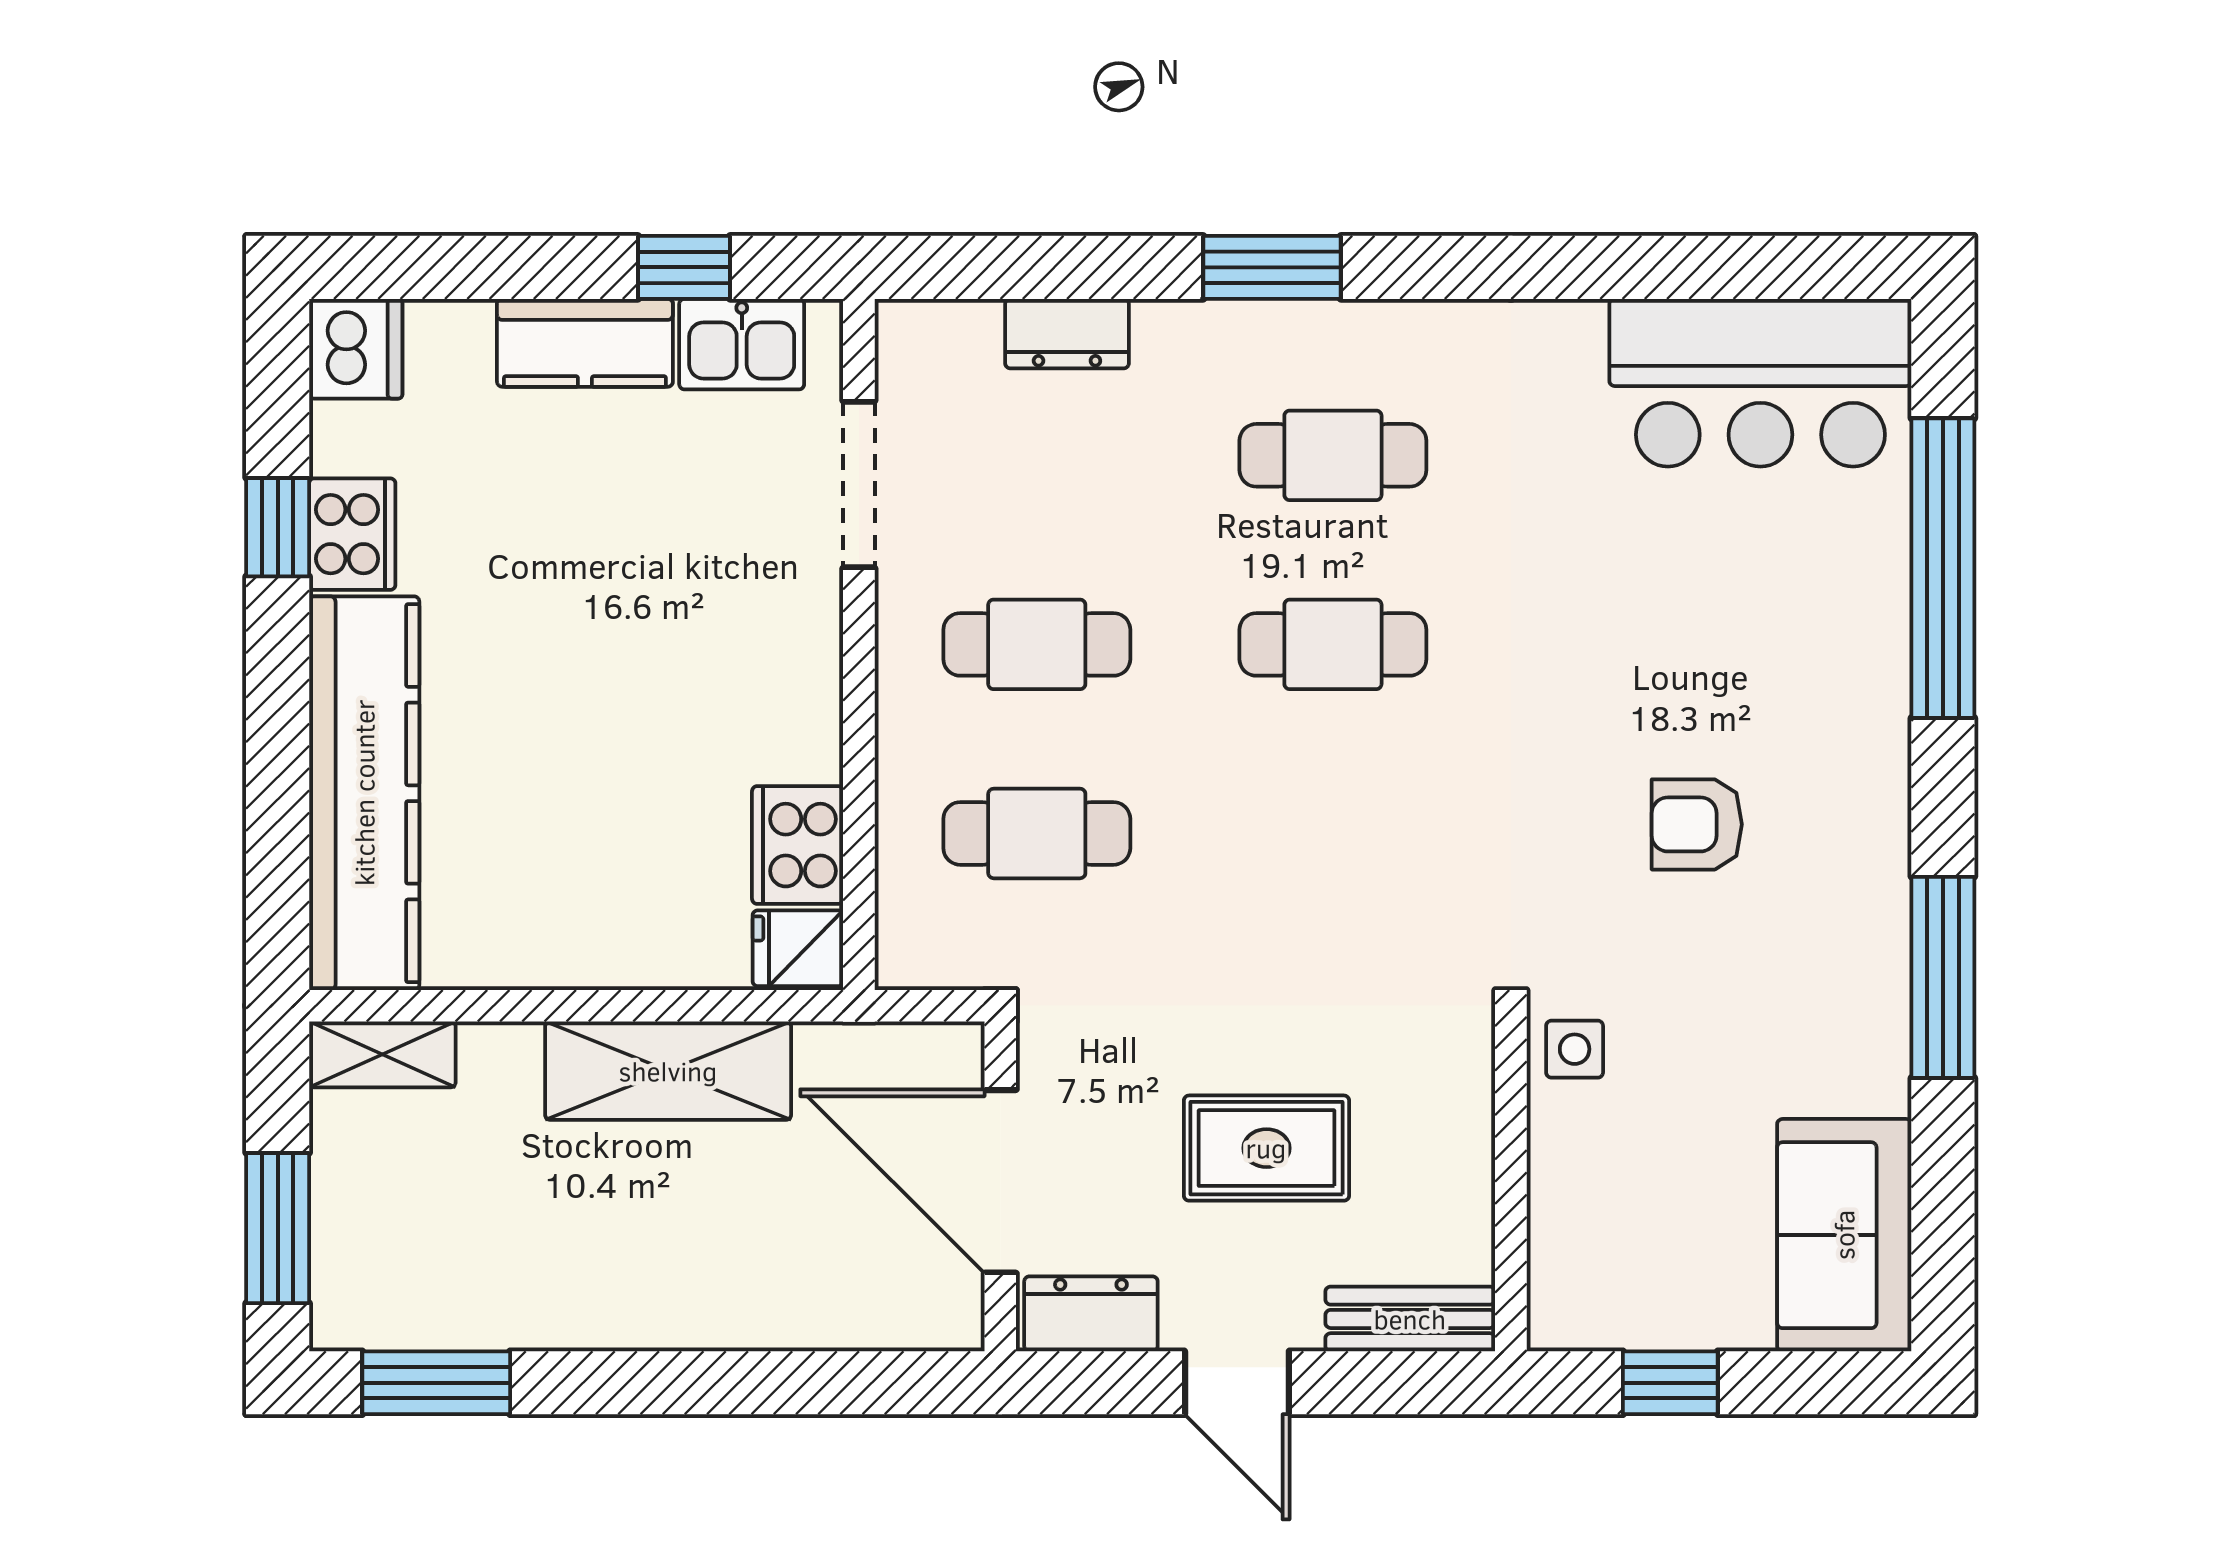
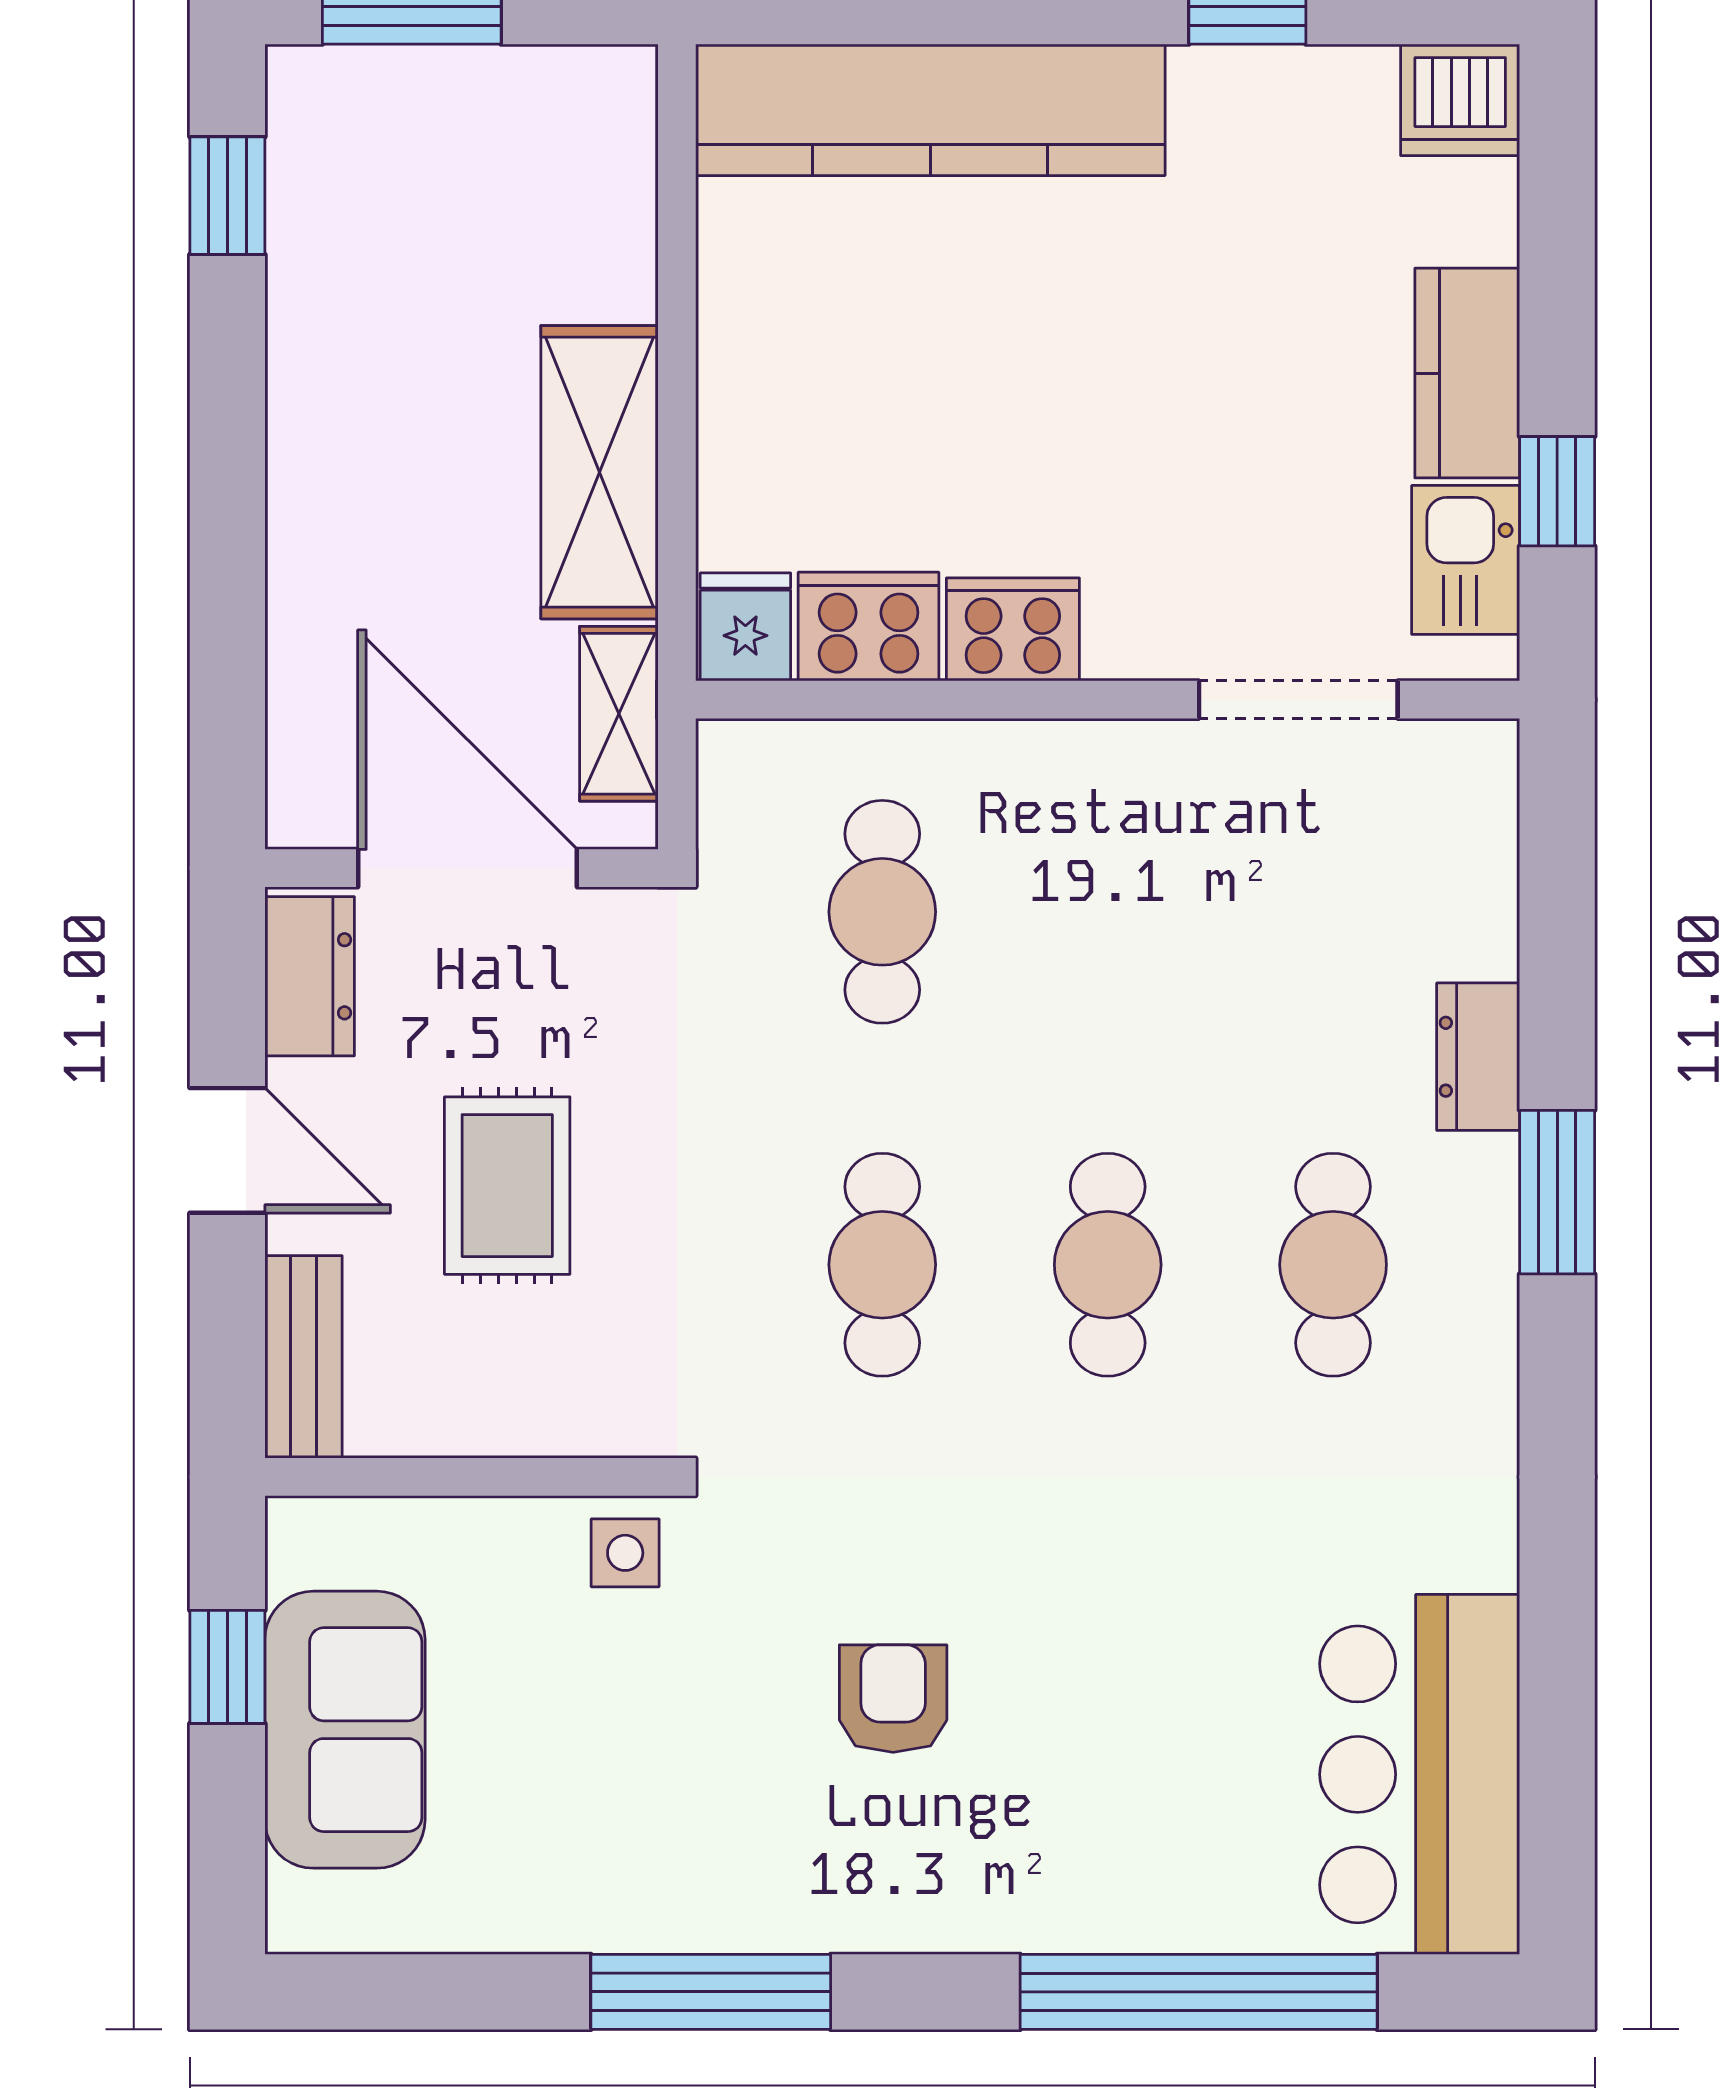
dresser: (1067, 334) -> (1478, 1057), moved
cooker: (352, 534) -> (1013, 629), moved, turned 180
cafe table: (1037, 644) -> (882, 1265), moved
shelving: (382, 1054) -> (619, 714), moved
door: (1000, 1181) -> (468, 868), hinge flipped
sofa: (1844, 1235) -> (345, 1730), moved, turned 90
window: (436, 1383) -> (227, 196), width x0.67
door: (1237, 1383) -> (227, 1150), swing flipped

